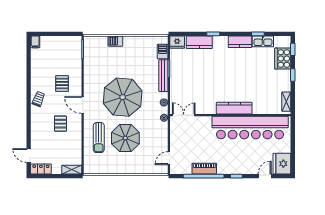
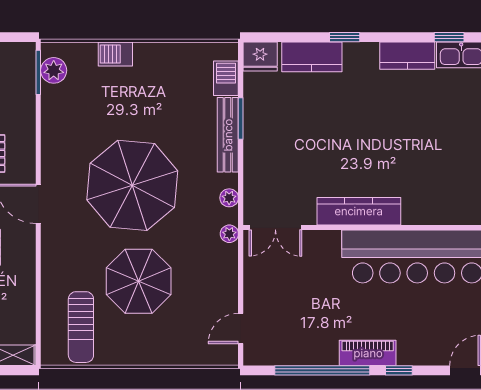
plant: (89, 48) -> (54, 70), added
kitchen counter: (234, 108) -> (359, 211), moved
double door: (184, 115) -> (275, 228), swing flipped
sun lounger: (99, 138) -> (81, 327), moved
piano: (204, 169) -> (368, 353), moved

